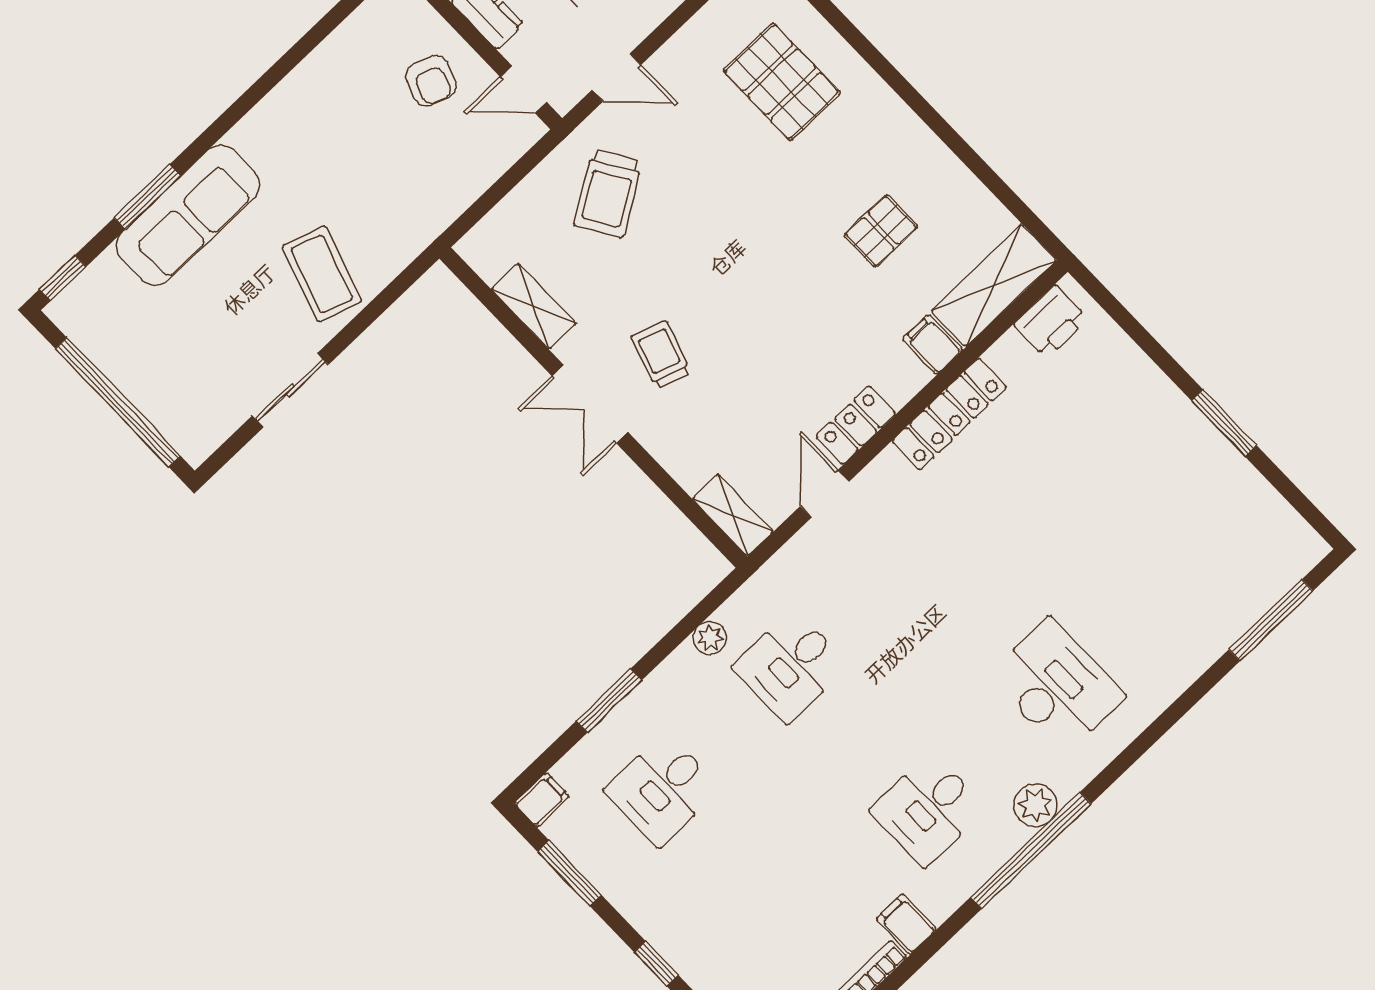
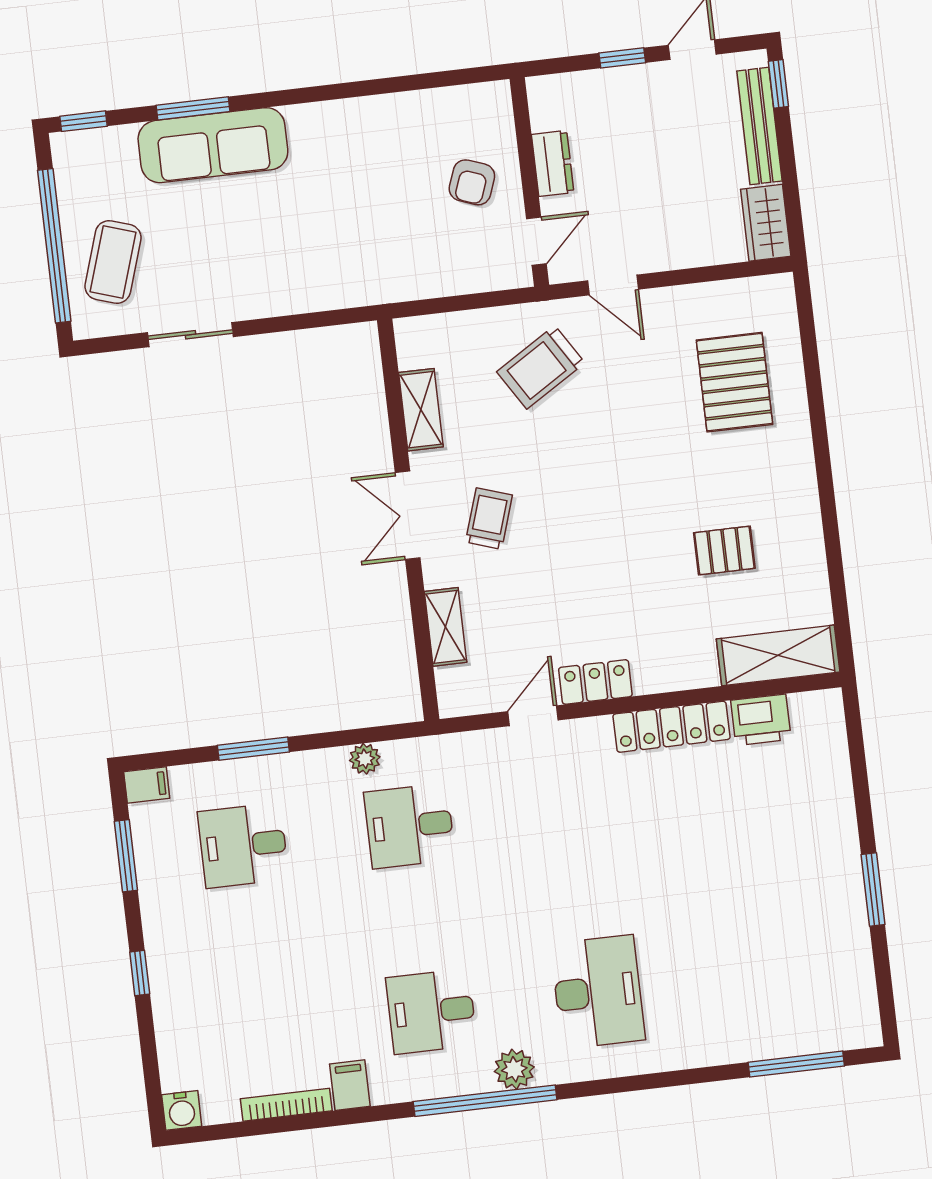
door: (523, 89) -> (536, 241), swing flipped
coffee table: (322, 274) -> (113, 262), moved
printer: (1051, 322) -> (761, 720), moved
filing cabinet: (933, 345) -> (699, 665), removed
shelving: (733, 515) -> (445, 627), moved

